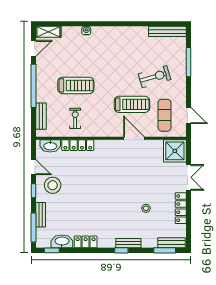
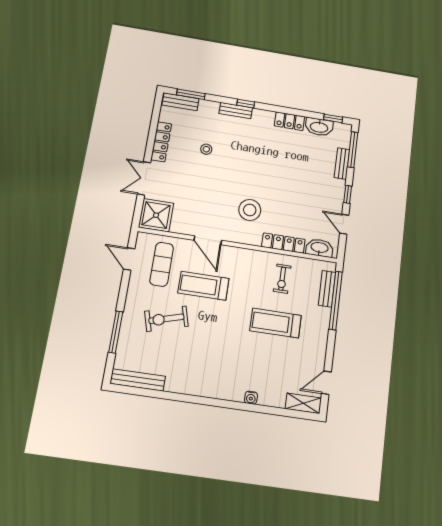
window: (34, 86) -> (336, 300), moved
stool: (53, 185) -> (250, 210), moved

